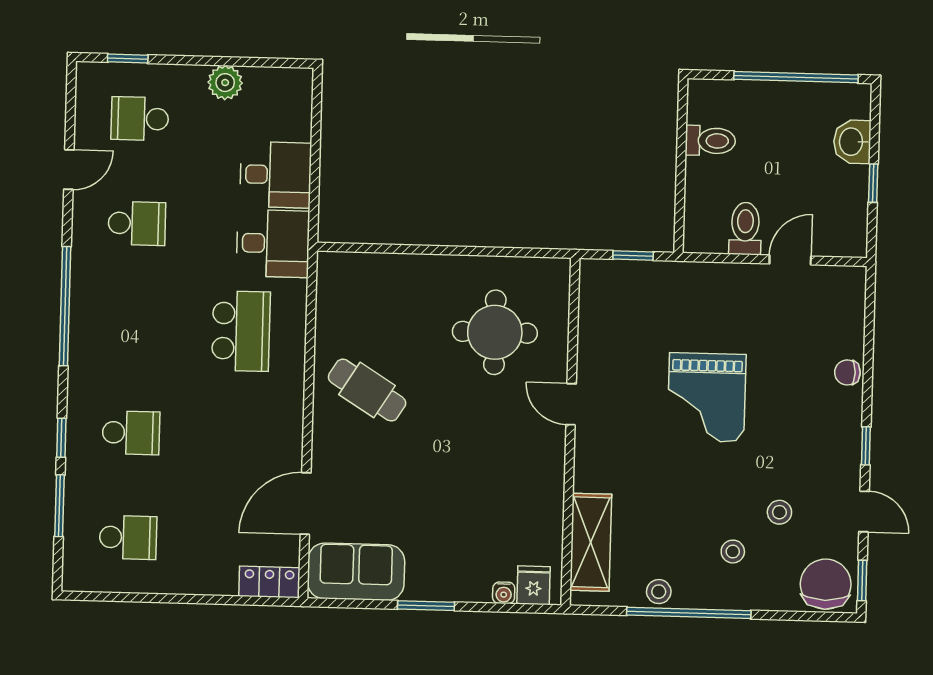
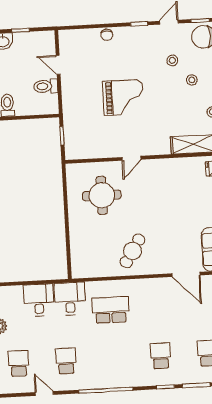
school desk: (140, 119) -> (19, 363), turned 180

